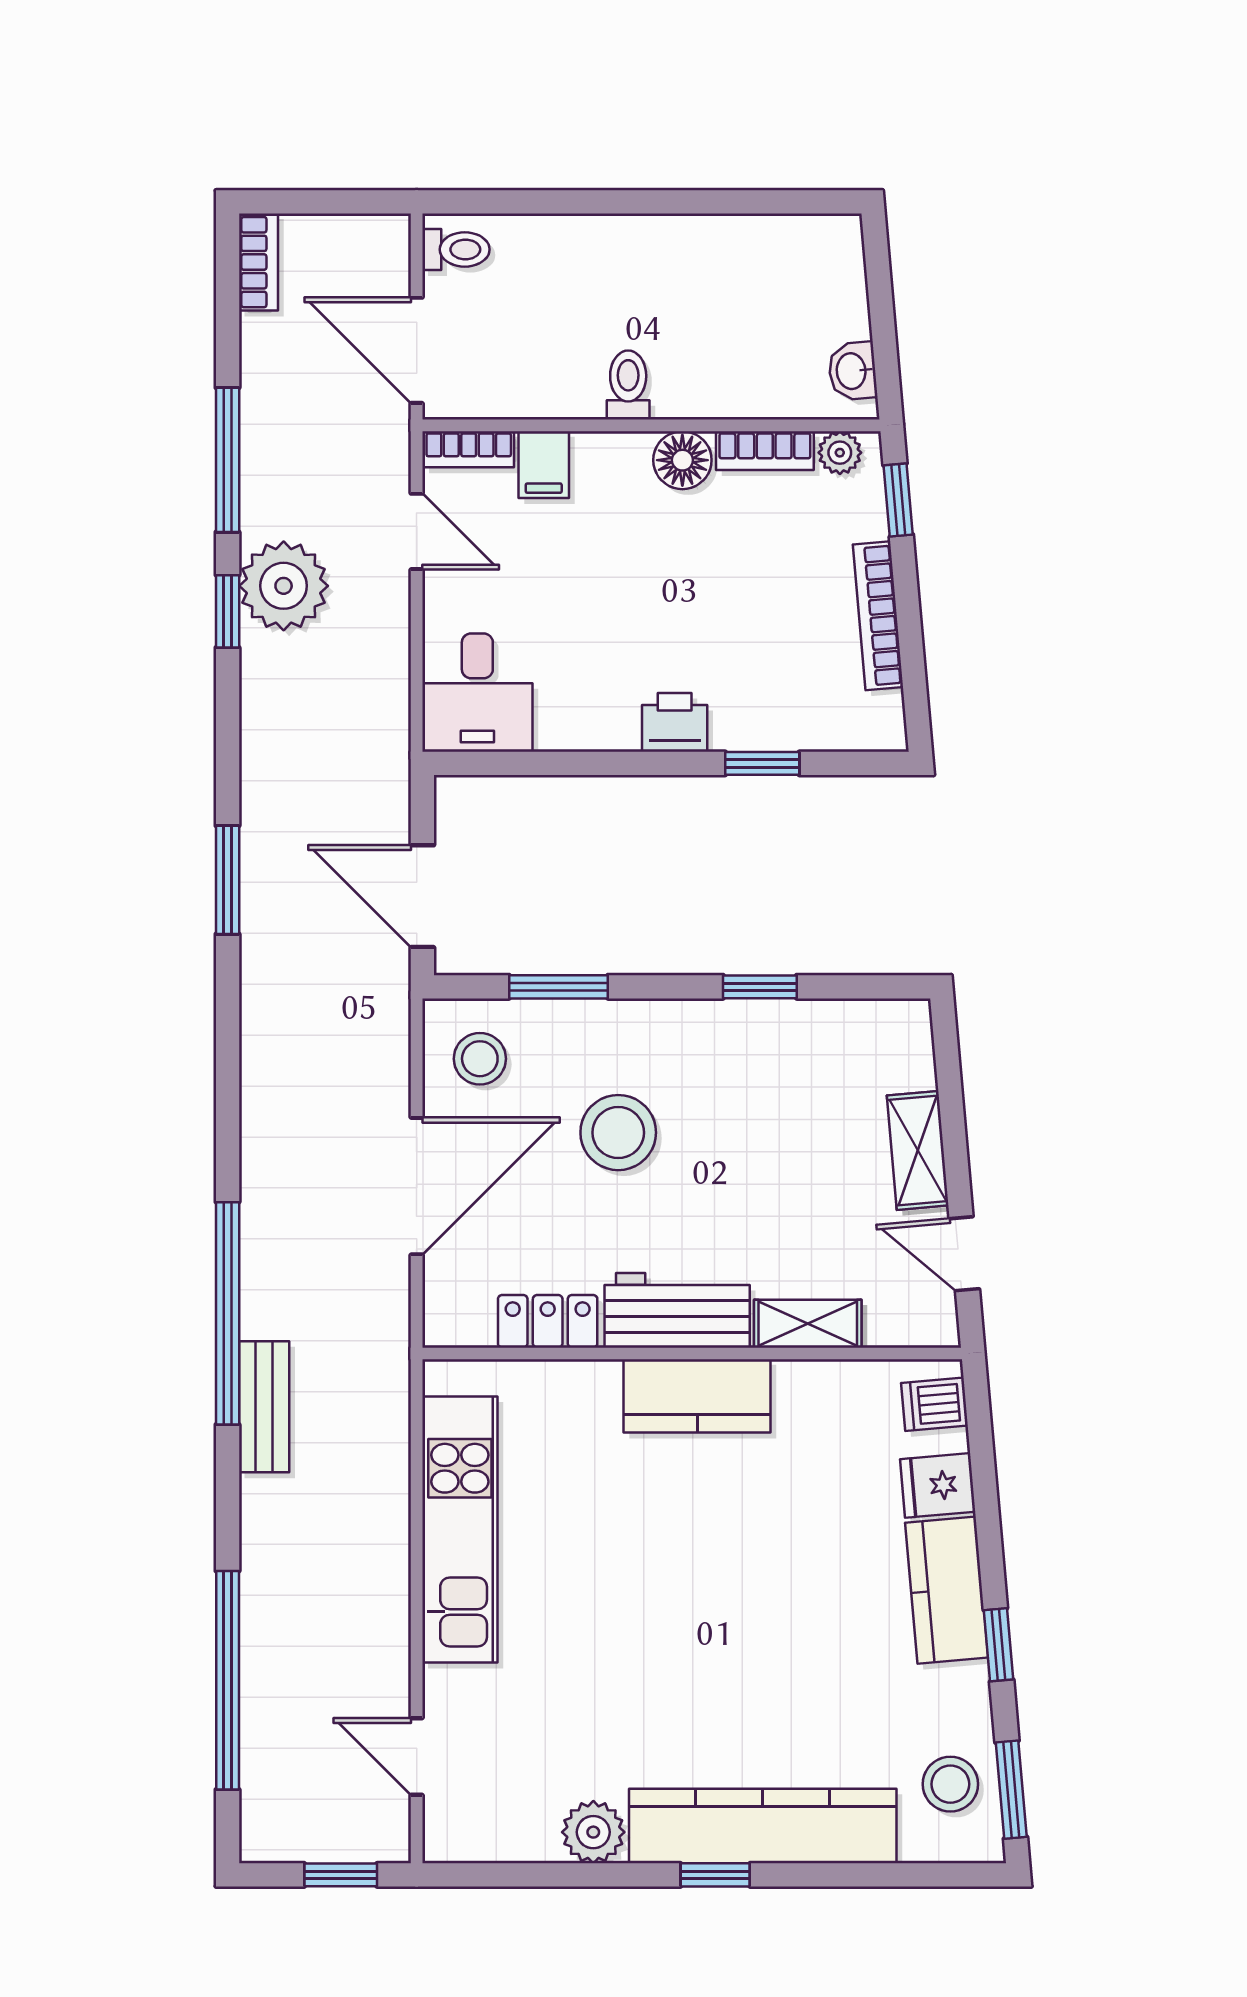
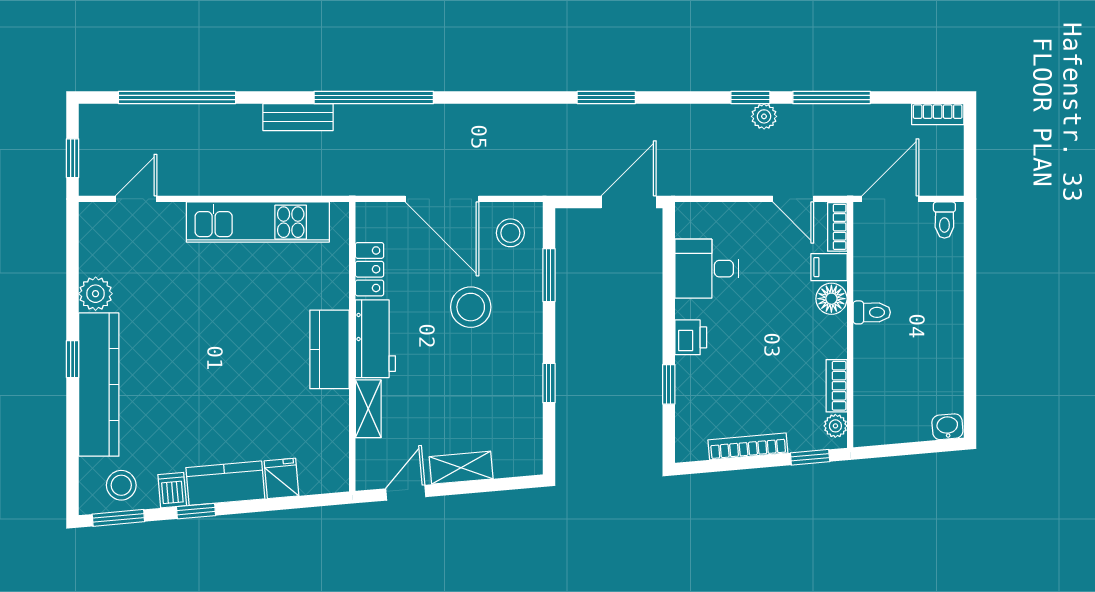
washbasin: (852, 371) -> (947, 427), moved
floor lamp: (682, 460) -> (831, 299), moved
door: (417, 531) -> (793, 199), hinge flipped
plant: (284, 586) -> (764, 116), width x0.53, depth x0.53
desk: (477, 693) -> (707, 269), moved
door: (422, 896) -> (629, 202), moved
dishwasher: (935, 1404) -> (172, 490), moved
bench: (264, 1407) -> (298, 117), moved

